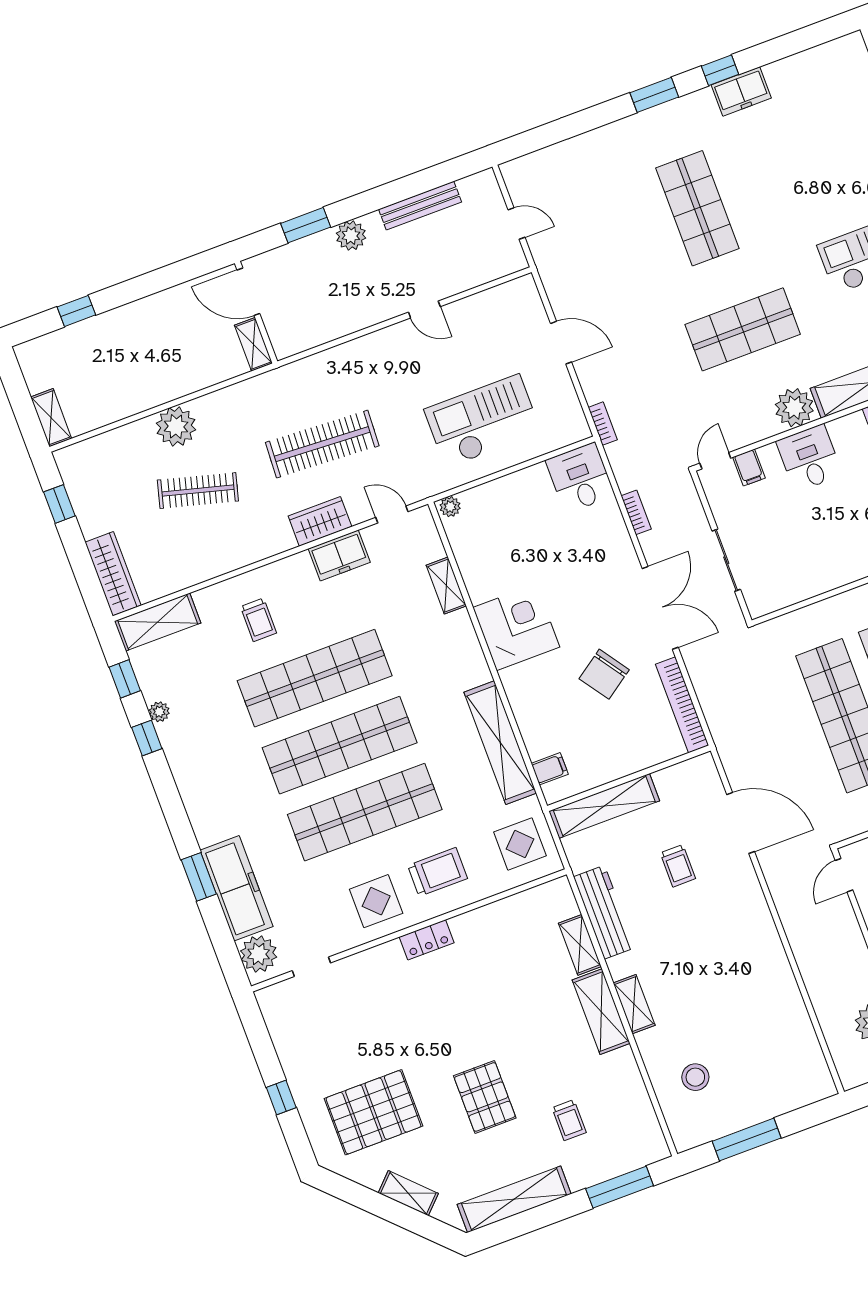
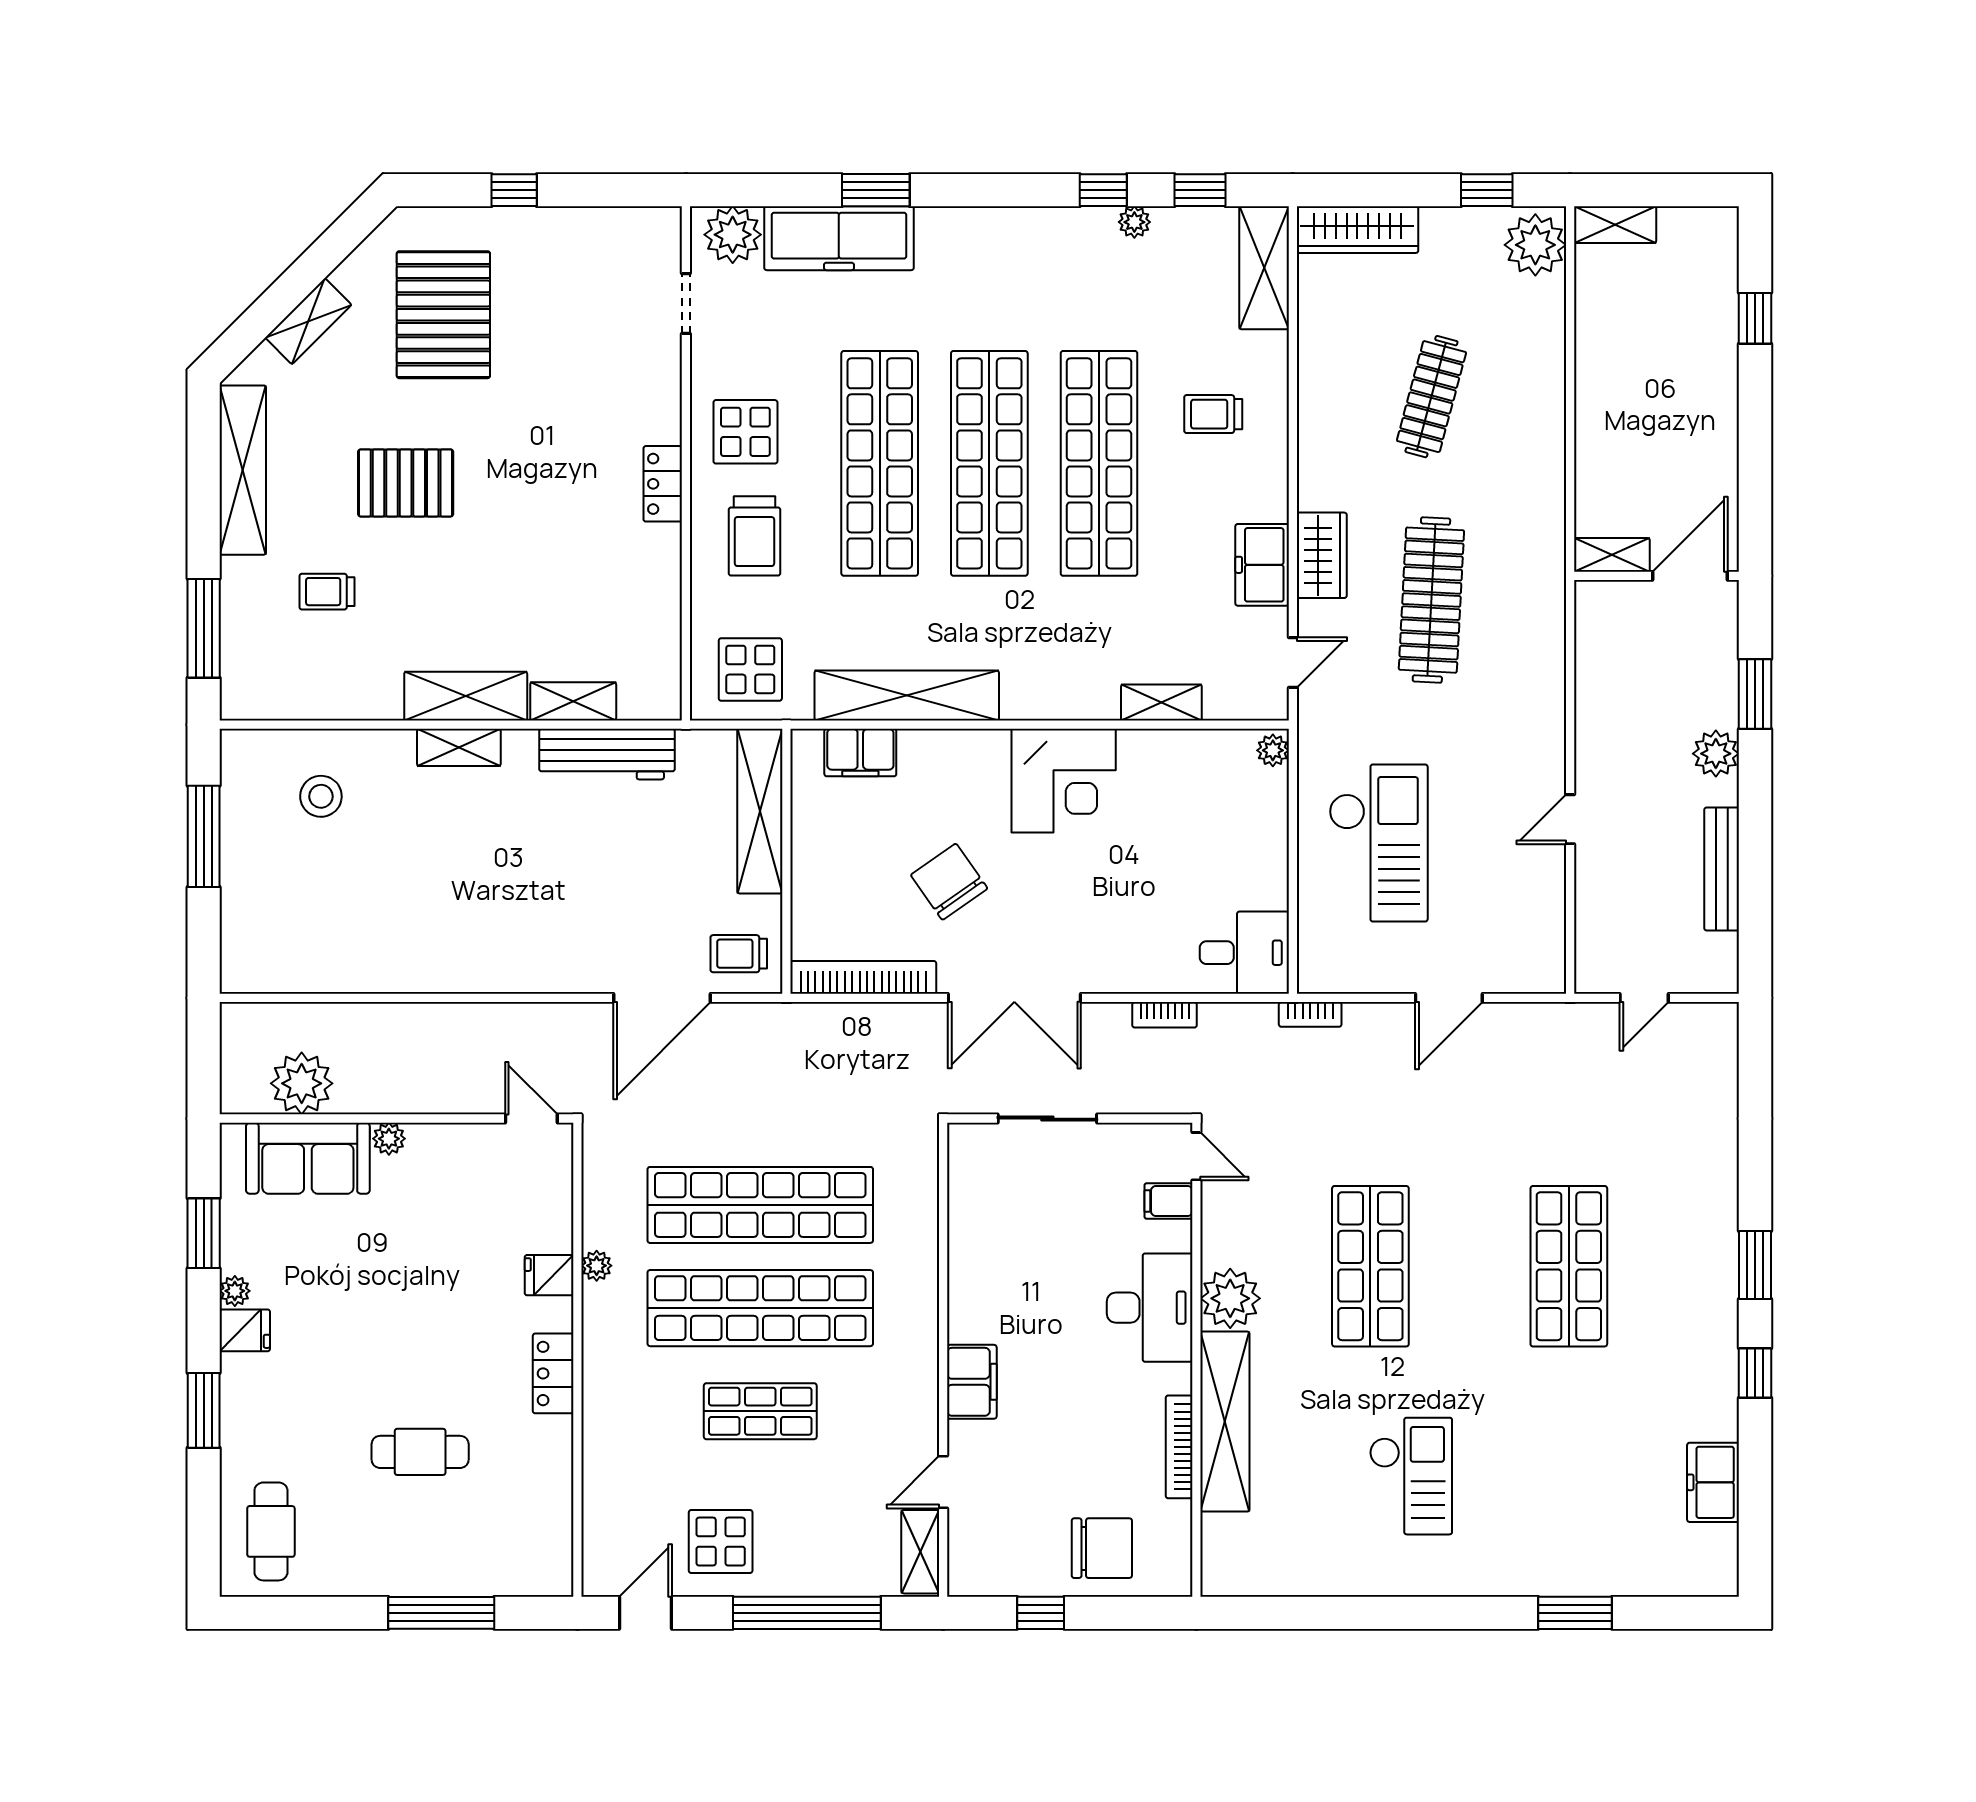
freezer: (741, 92) -> (1713, 1482), moved
shop shelf: (697, 208) -> (1569, 1266), turned 90
plant: (176, 427) -> (1535, 245), moved
desk: (809, 458) -> (1150, 1308), width x1.37
filing cabinet: (550, 769) -> (860, 753), width x2.00
trolley: (678, 866) -> (739, 954), moved

